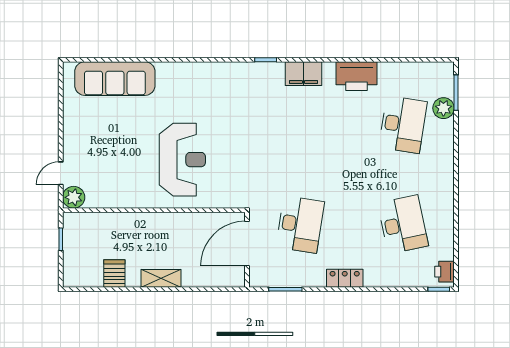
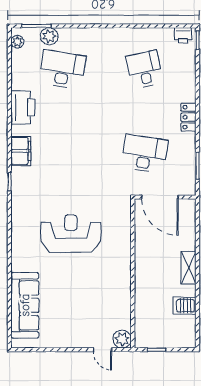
plant: (437, 69) -> (17, 42), added
reception desk: (182, 160) -> (71, 234), moved
desk: (403, 224) -> (144, 69), width x0.73

